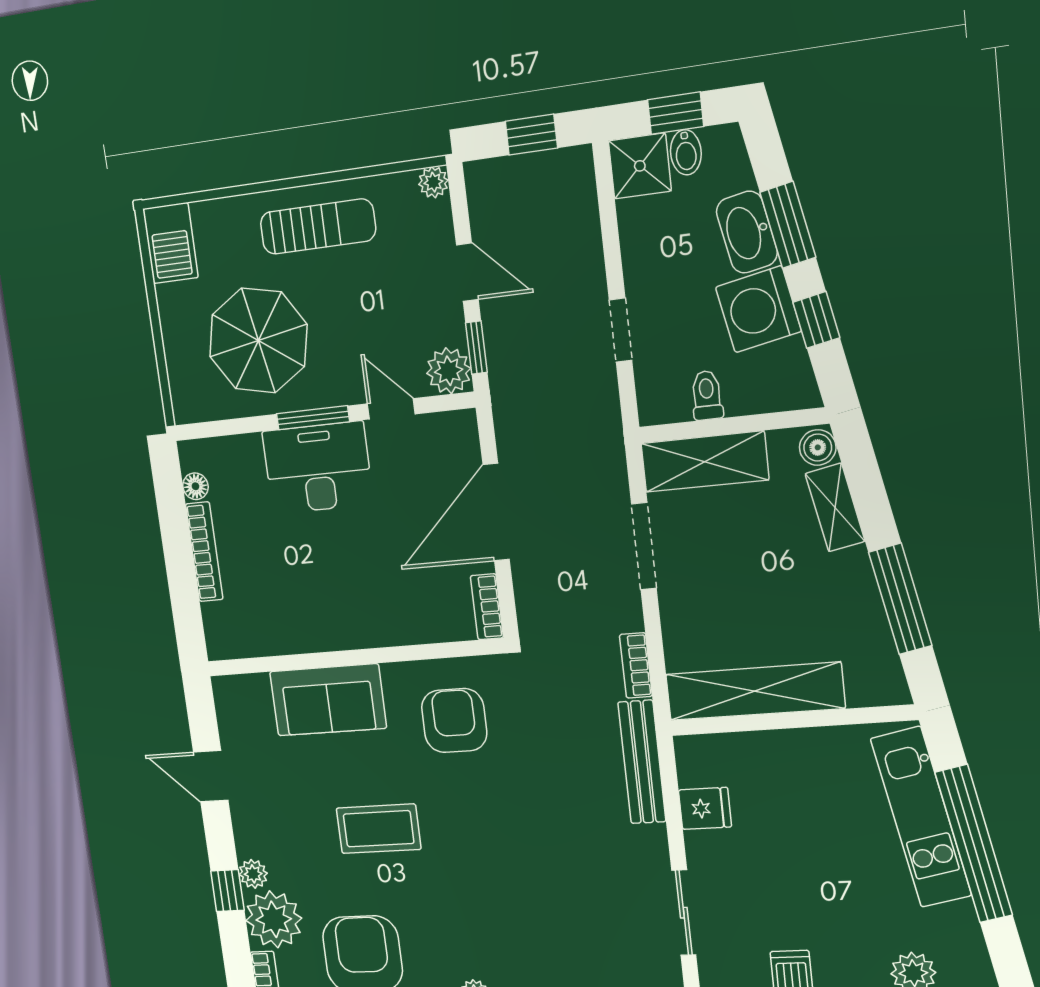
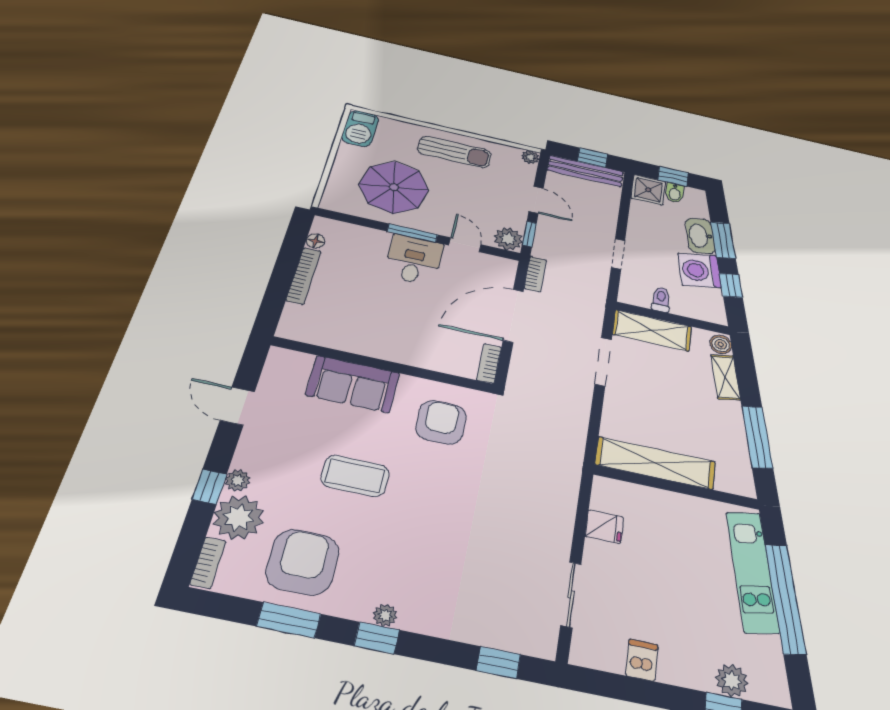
desk: (318, 468) -> (414, 260), width x0.73
bookcase: (636, 665) -> (535, 274), moved, turned 180
bench: (642, 762) -> (585, 171), moved, turned 90

